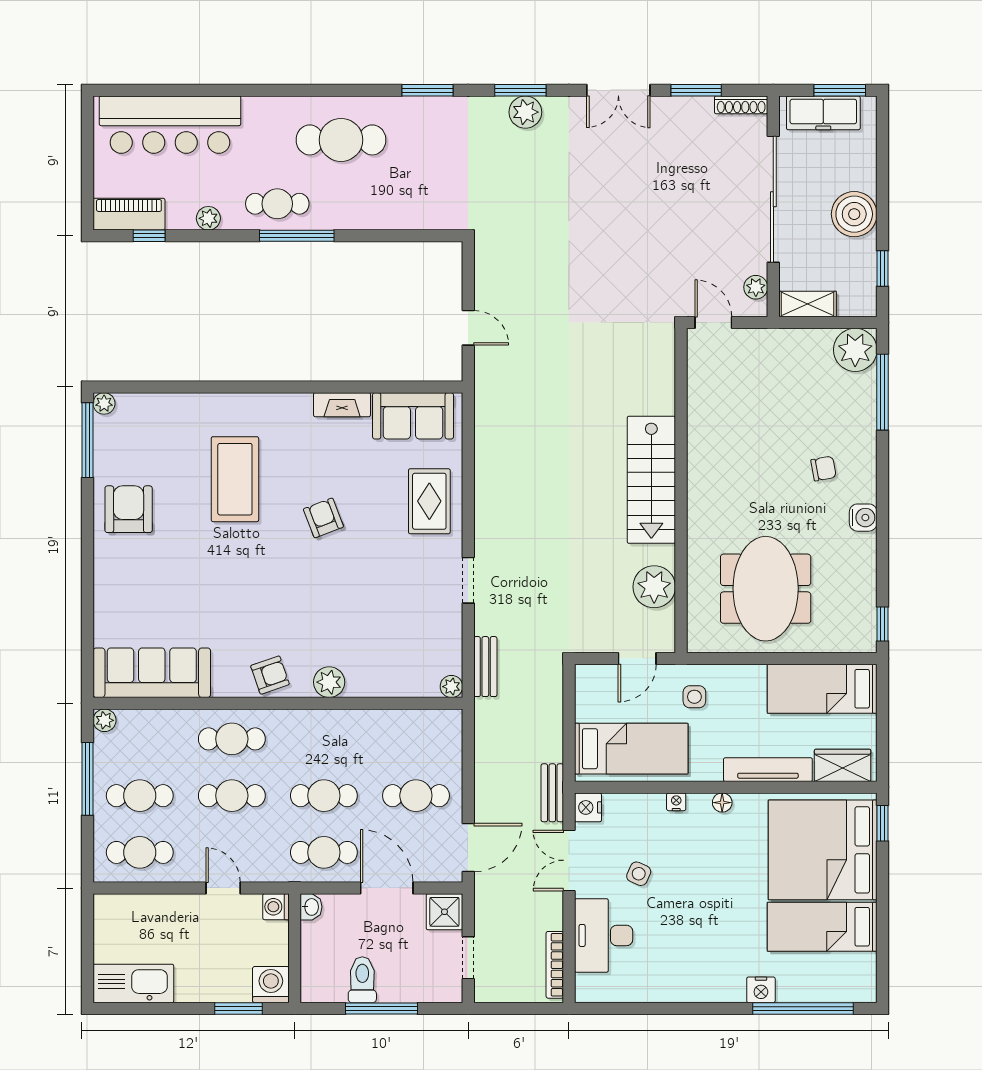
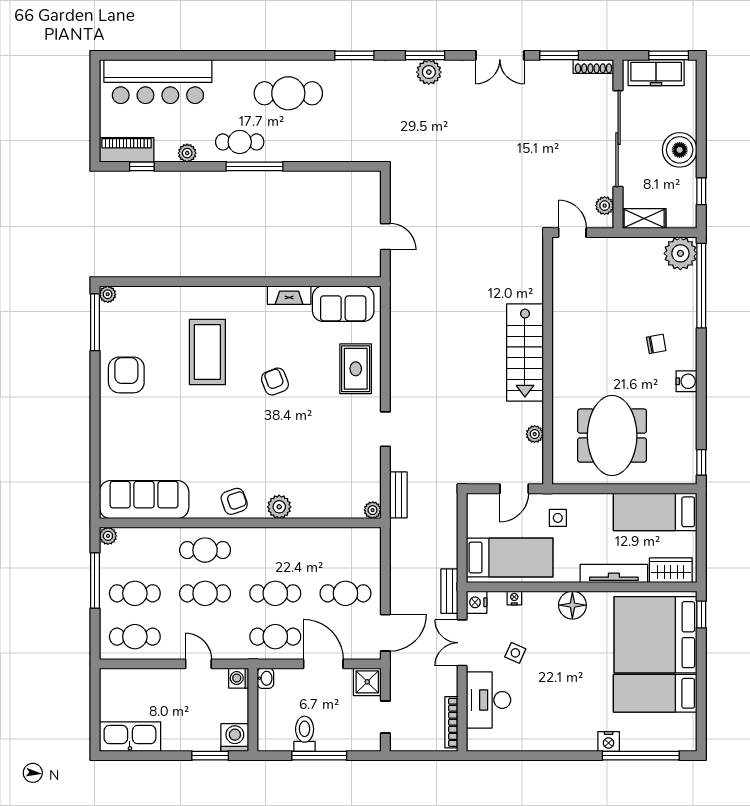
window: (883, 392) -> (701, 286), width x1.46
plant: (654, 587) -> (535, 434), width x0.53, depth x0.53
nightstand: (676, 802) -> (514, 598), moved
floor lamp: (722, 803) -> (572, 605), width x1.89, depth x1.89

